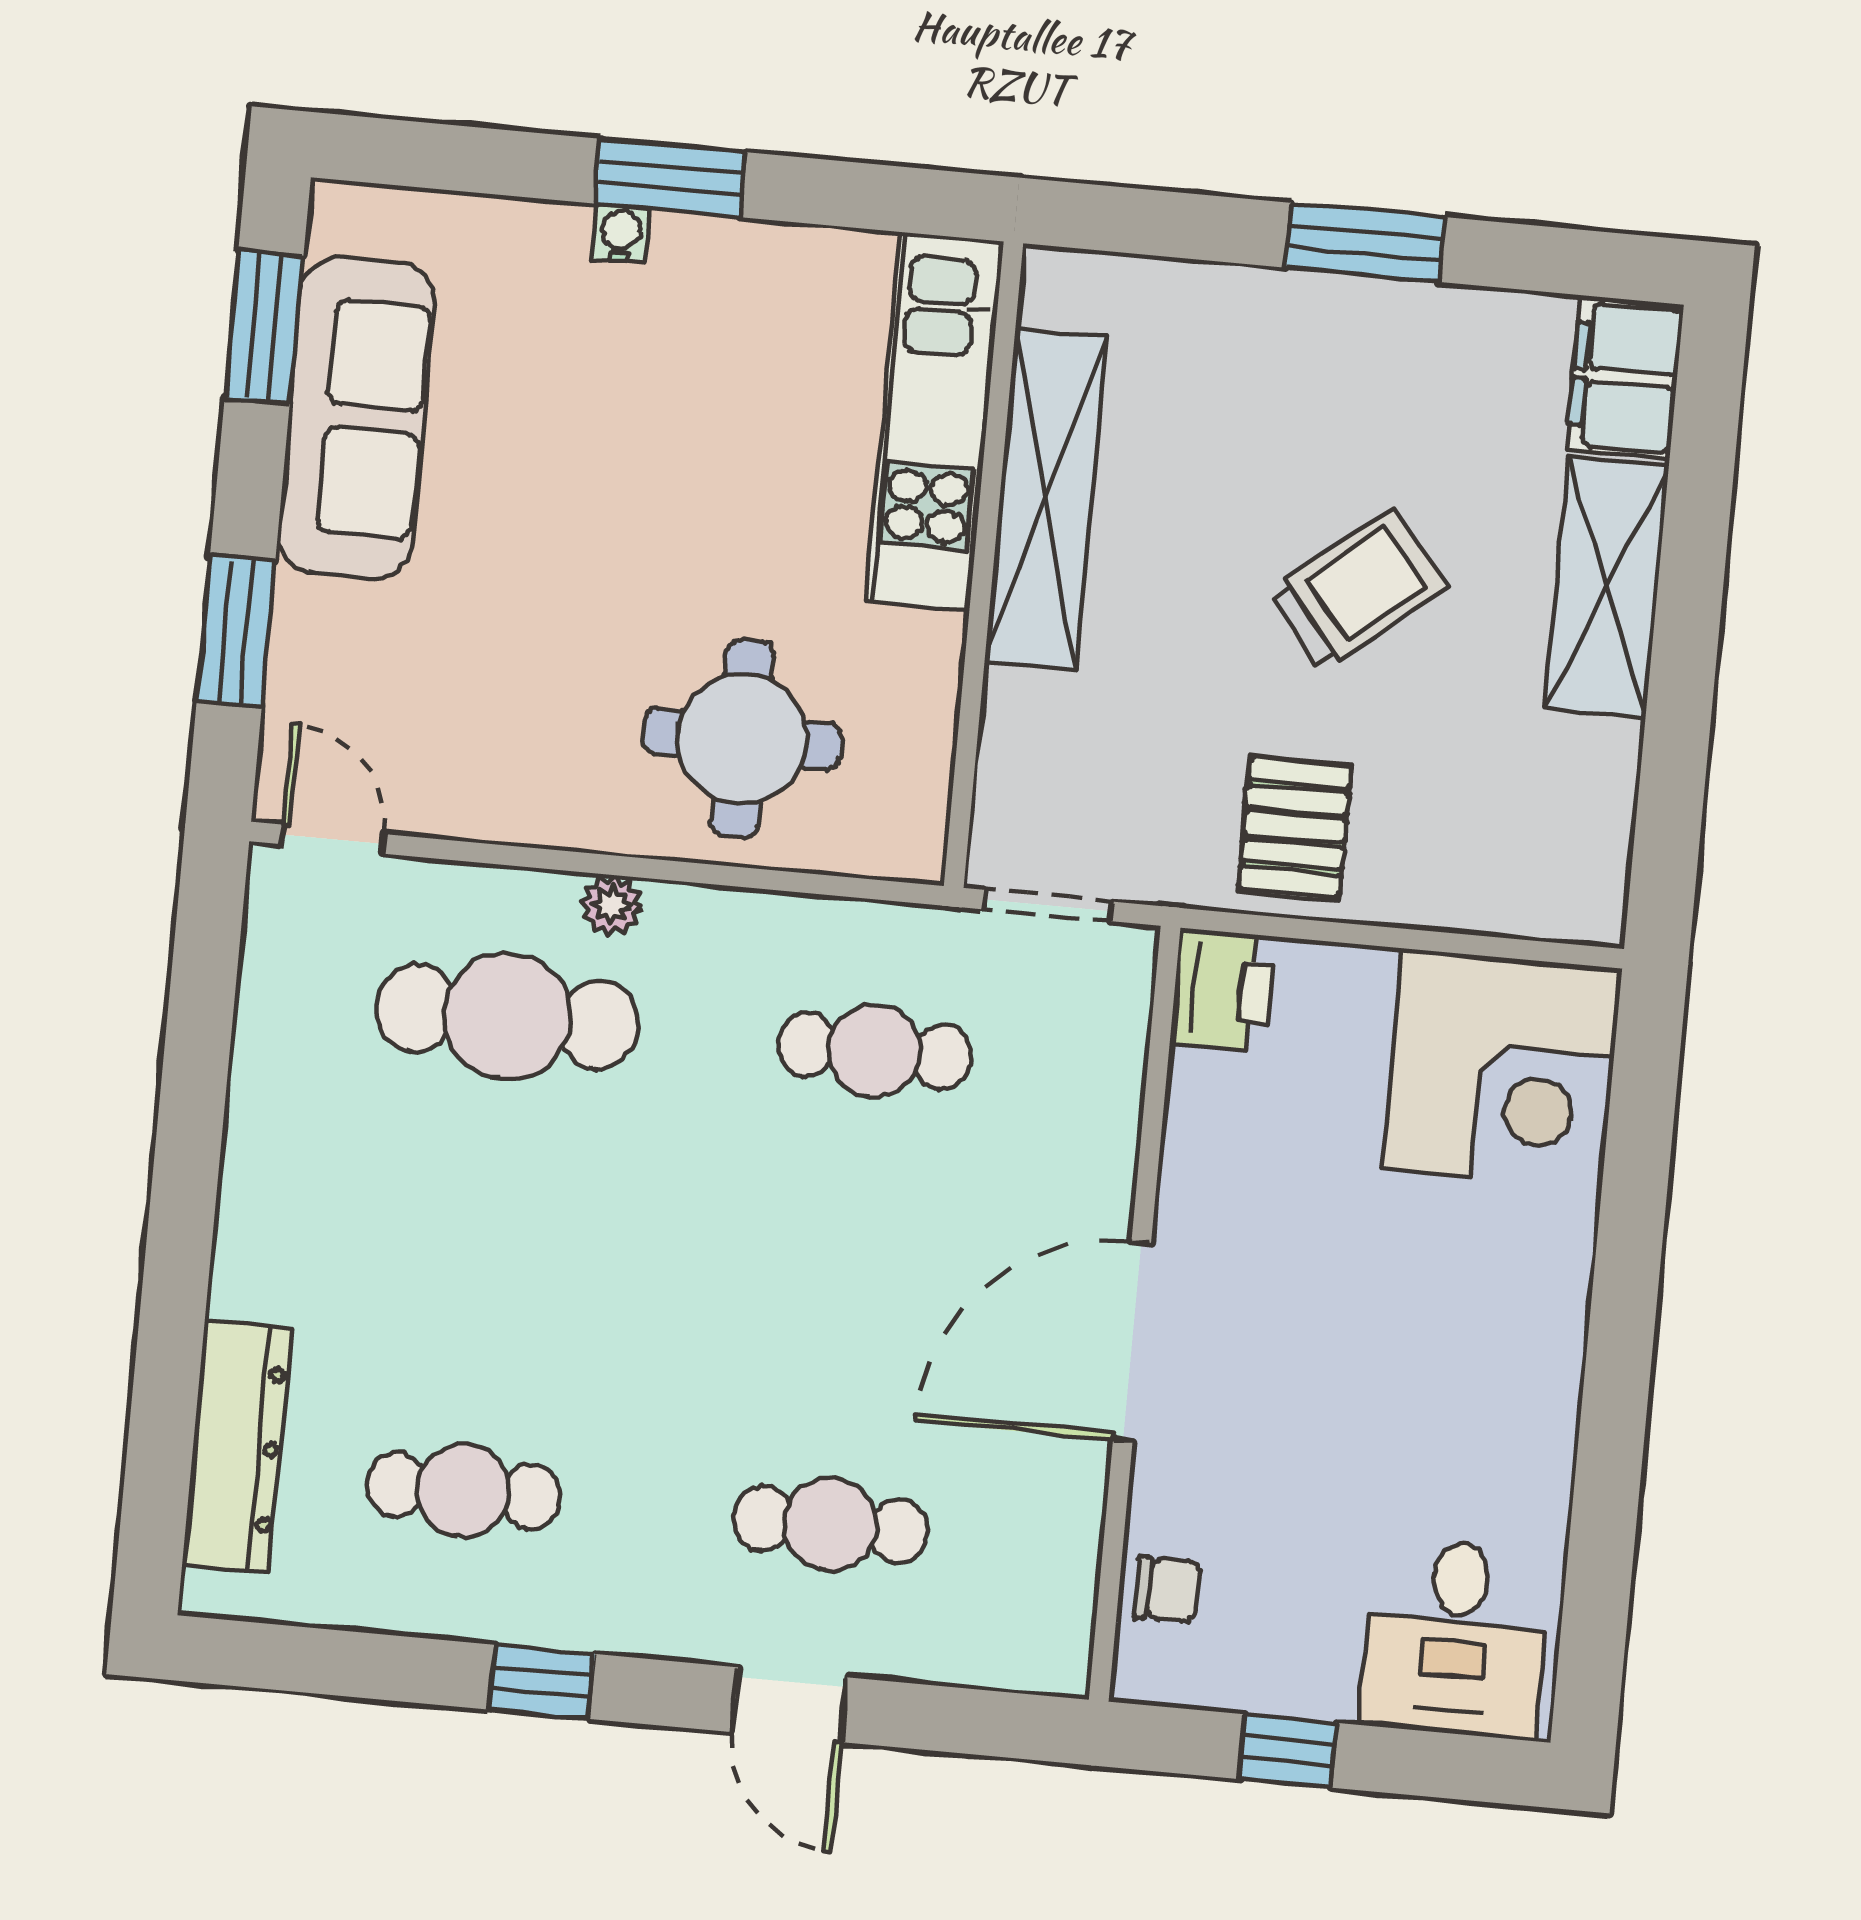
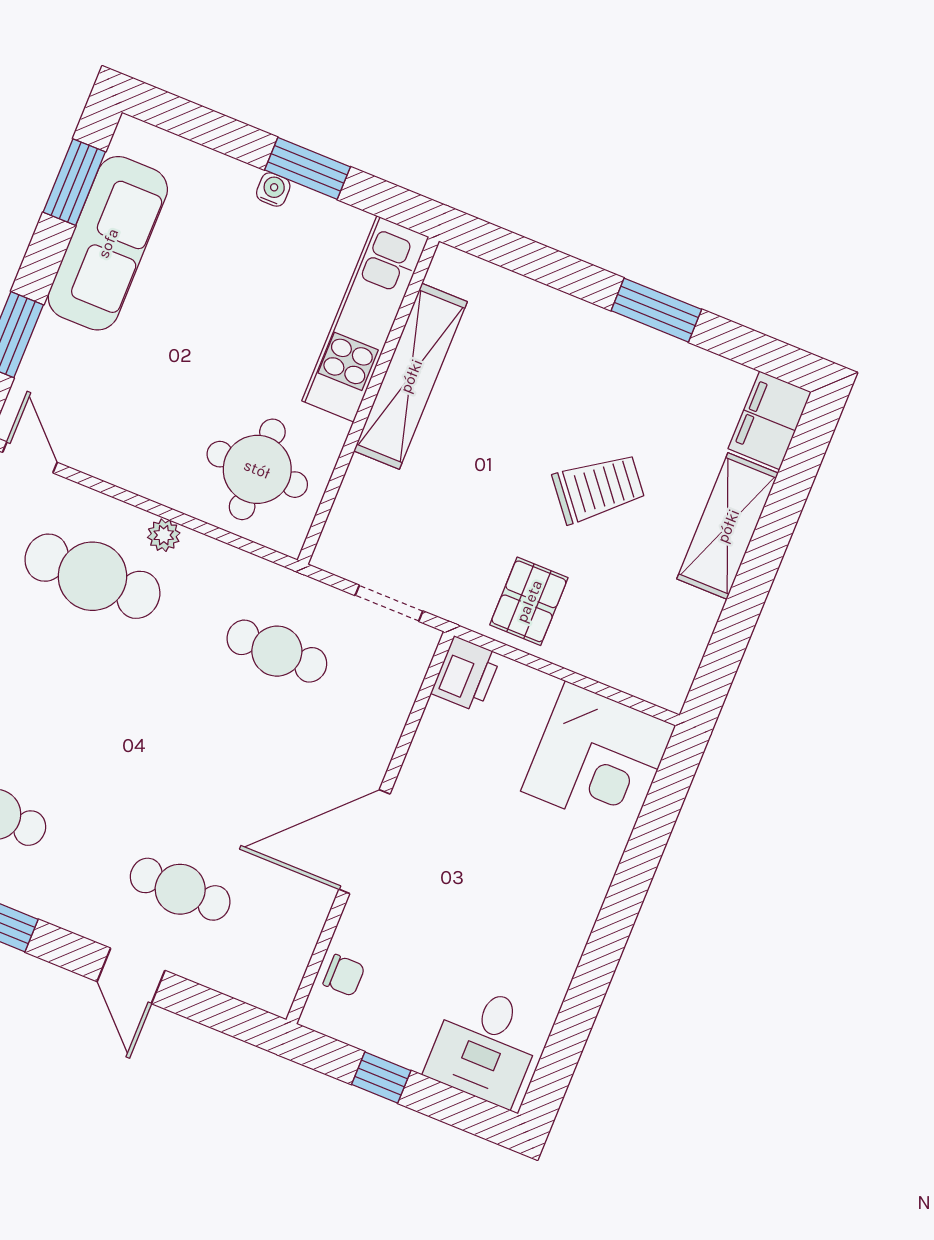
kitchen unit: (935, 421) -> (365, 319), moved
shelving: (1045, 499) -> (411, 376), moved
wall: (984, 565) -> (368, 401), moved

